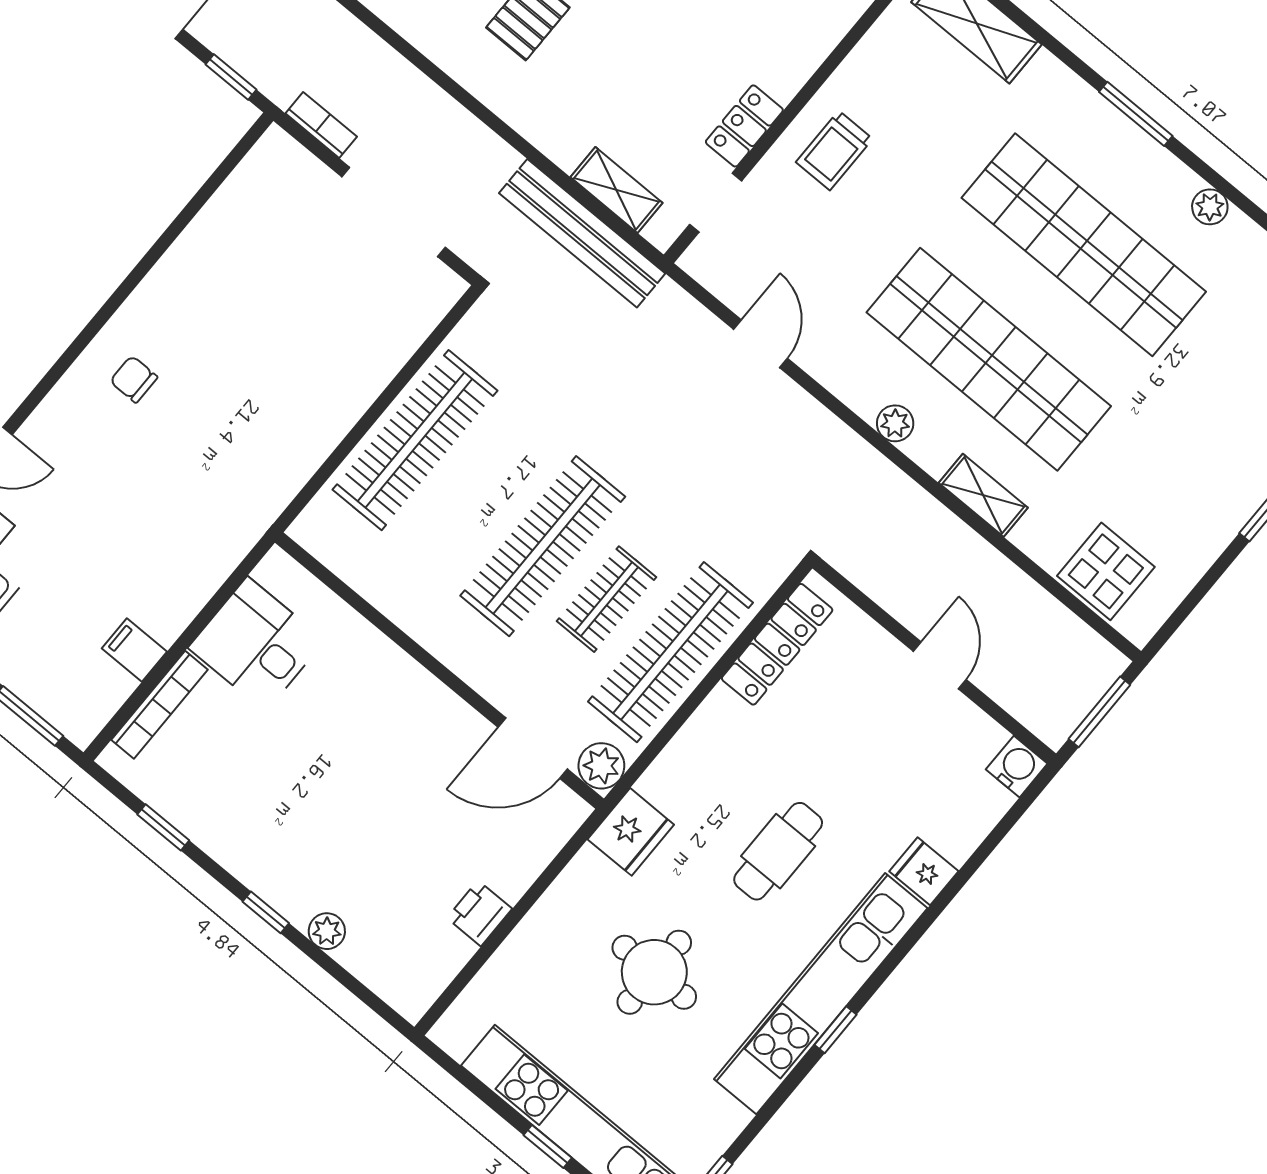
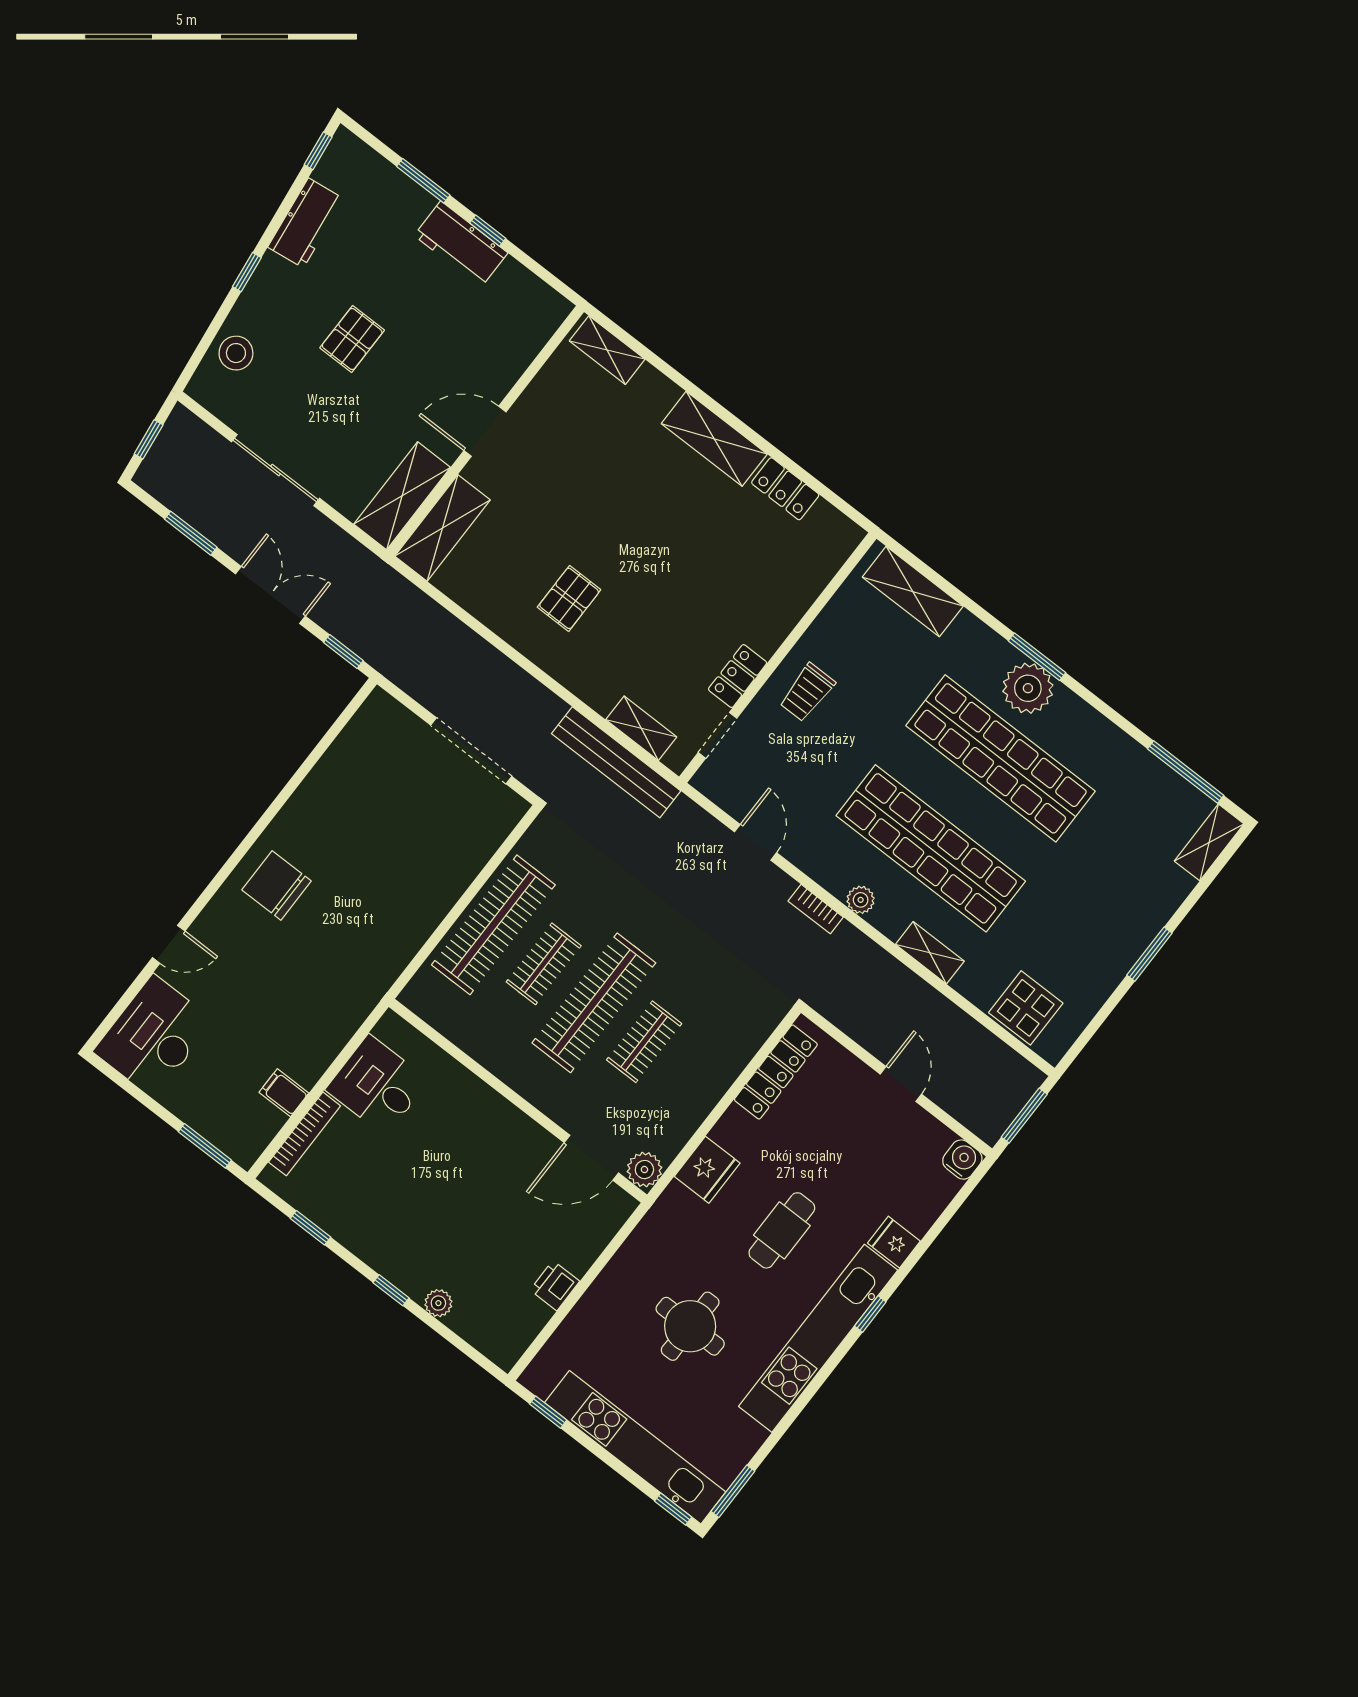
bookcase: (321, 125) -> (816, 909), moved, turned 180
plant: (1210, 207) -> (1028, 688), moved, width x1.87, depth x1.87
chair: (134, 379) -> (276, 885), width x1.87, depth x1.87
clothes rail: (670, 652) -> (544, 964), moved, width x0.54, depth x0.76
fridge: (631, 832) -> (707, 1170), moved
window: (835, 1030) -> (870, 1314), moved
window: (548, 1146) -> (548, 1412), moved

